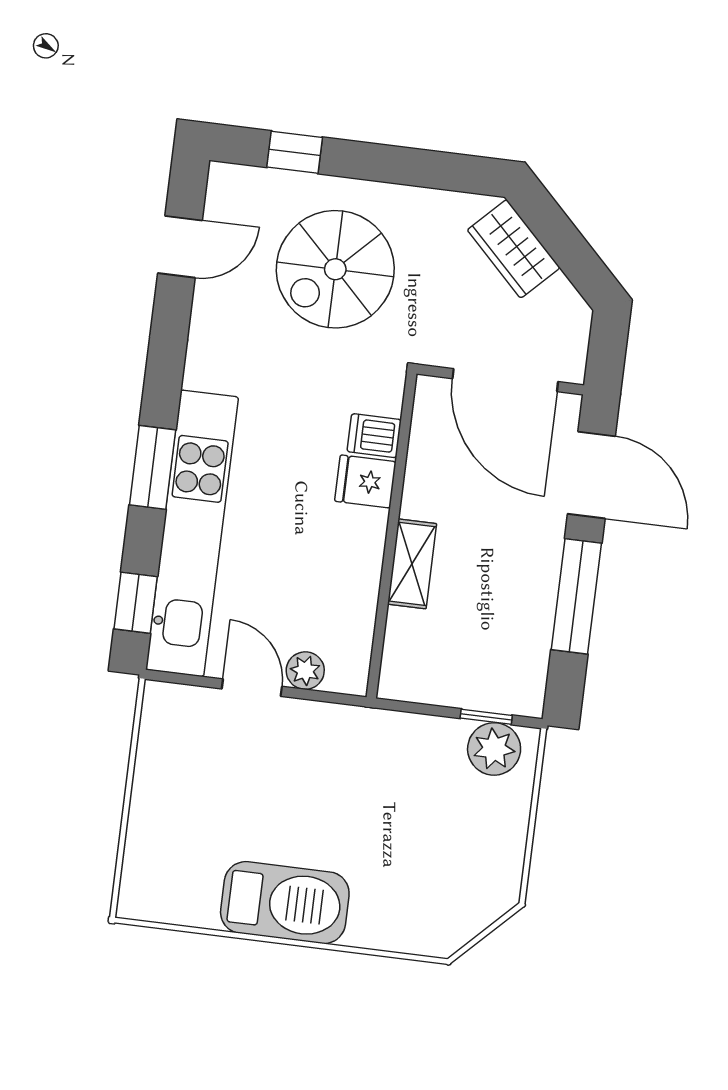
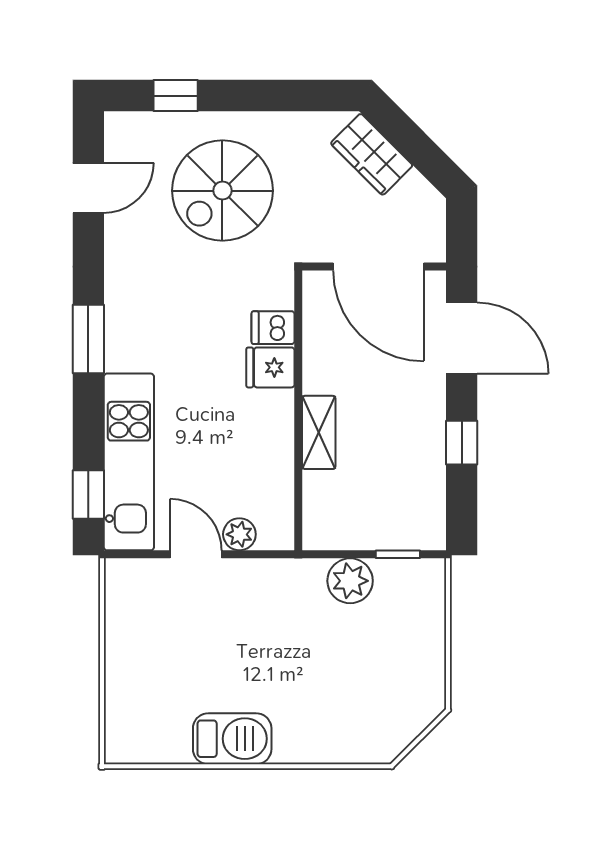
window: (153, 467) -> (88, 339), moved
kitchen unit: (192, 533) -> (129, 462), width x0.73
window: (576, 596) -> (462, 443), width x0.46
plant: (494, 749) -> (350, 581), moved
barbecue: (285, 903) -> (232, 739), width x0.73, depth x0.83

